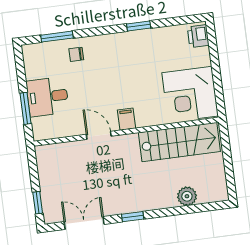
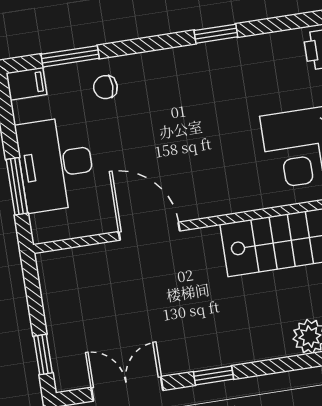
desk: (47, 97) -> (56, 164), width x1.37
filing cabinet: (126, 119) -> (26, 84), moved, turned 90
door: (99, 135) -> (149, 231), width x1.38

